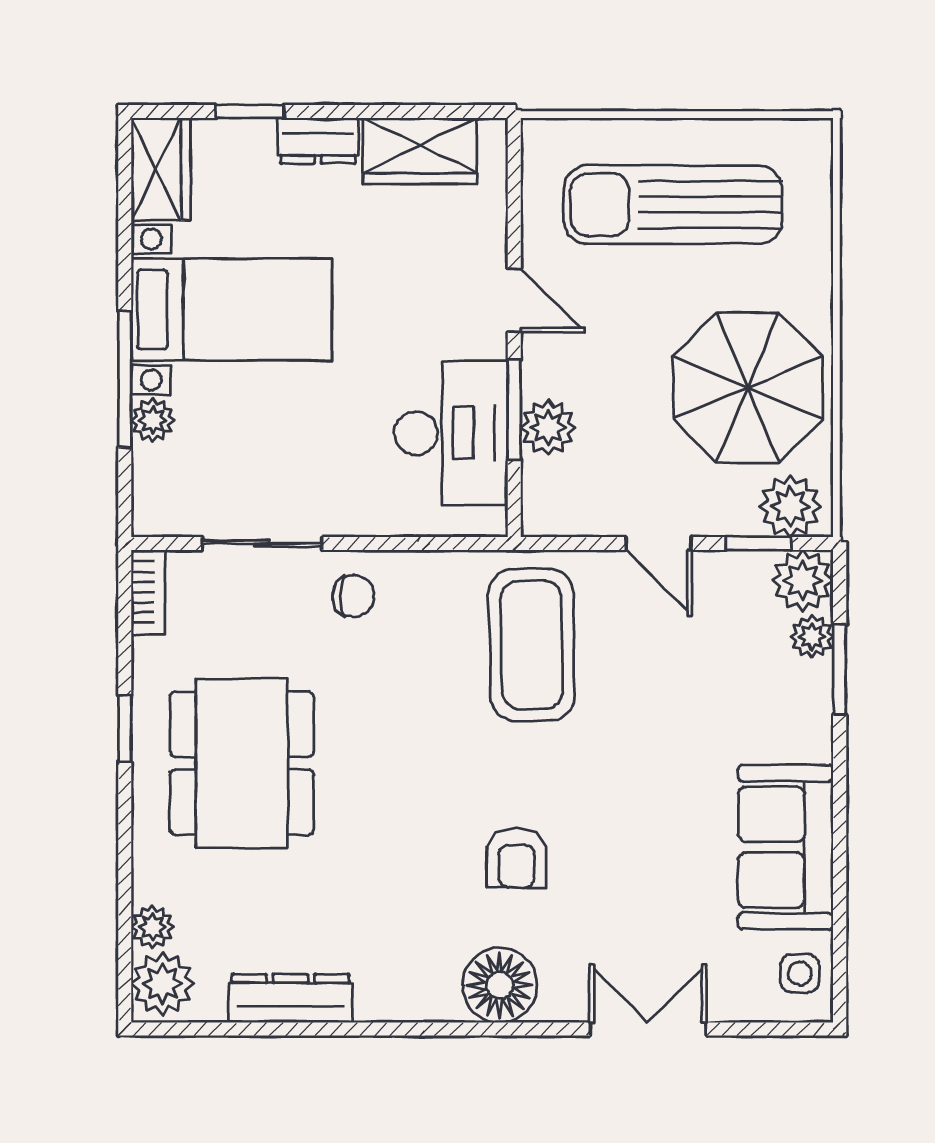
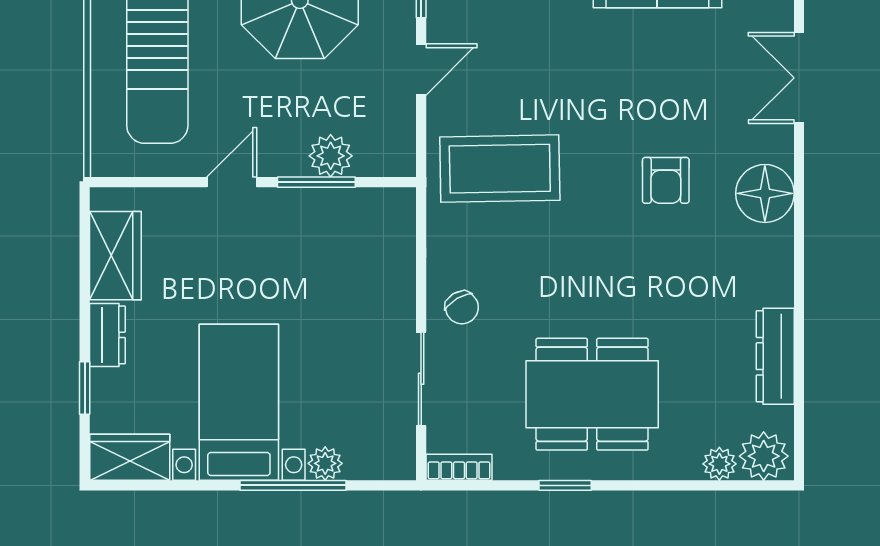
desk: (451, 433) -> (335, 231), removed
chair: (353, 596) -> (462, 308), turned 149
armchair: (517, 858) -> (666, 180), turned 90

